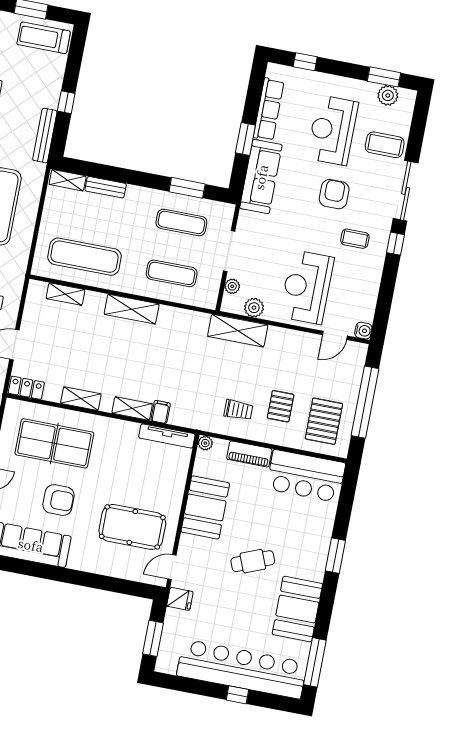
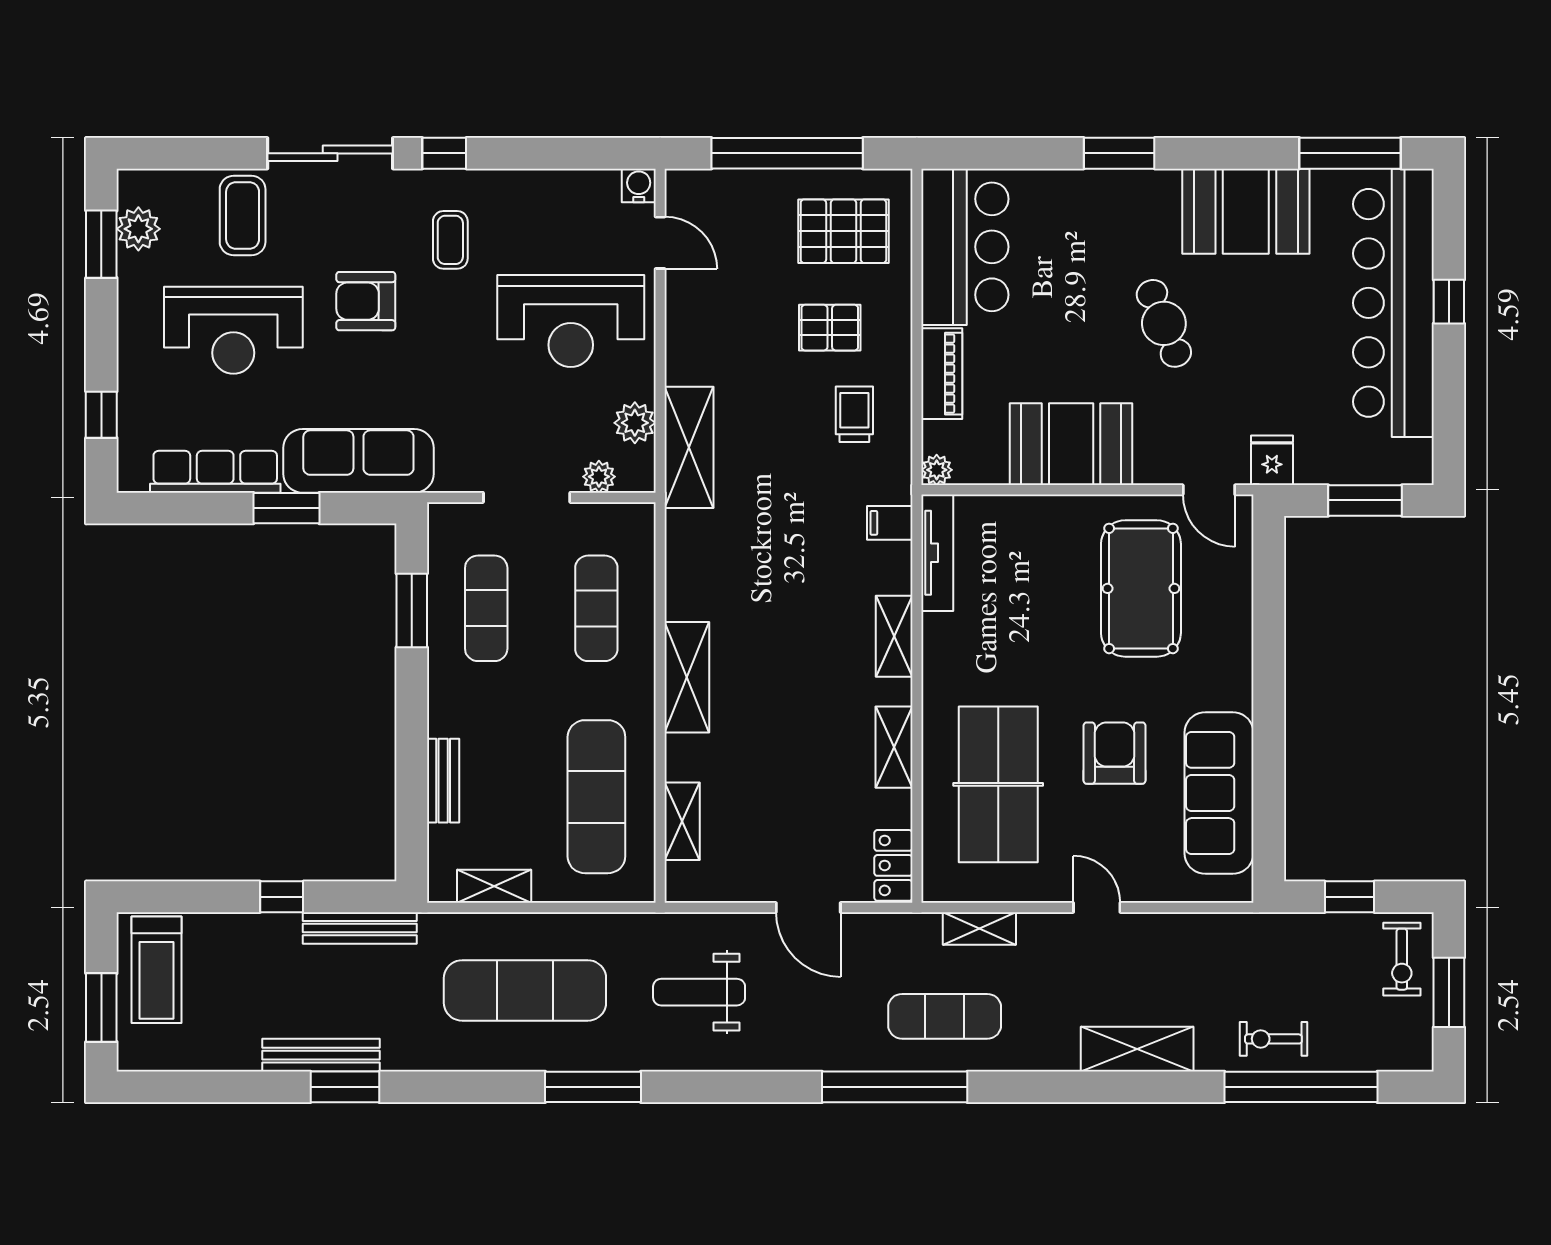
shelving: (68, 180) -> (494, 886), moved, turned 90
filing cabinet: (161, 412) -> (890, 523), moved

